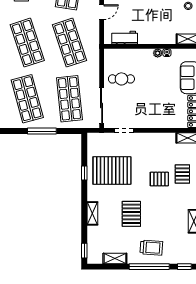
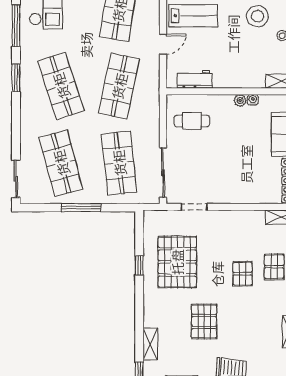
shop shelf: (69, 43) -> (119, 86), turned 30
cafe table: (121, 79) -> (192, 121), moved
pallet: (112, 171) -> (177, 262), turned 90
pallet: (159, 179) -> (242, 274), turned 90
shelving: (92, 213) -> (150, 344), moved

